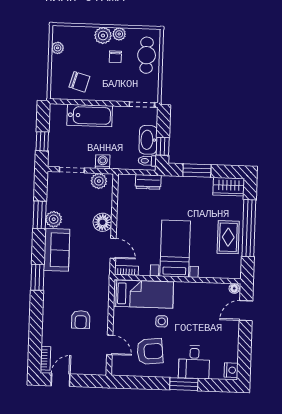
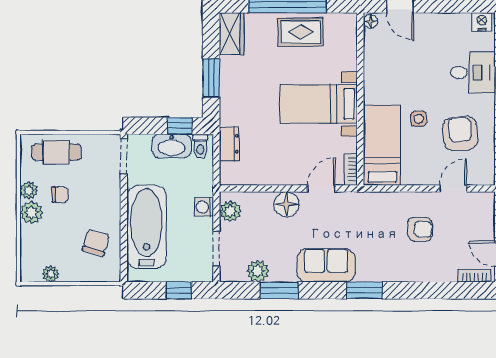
bathtub: (90, 115) -> (147, 227), width x1.36, depth x1.36
plant: (54, 219) -> (258, 271), moved

